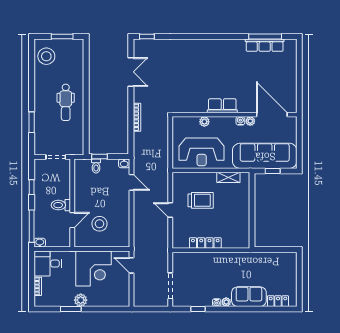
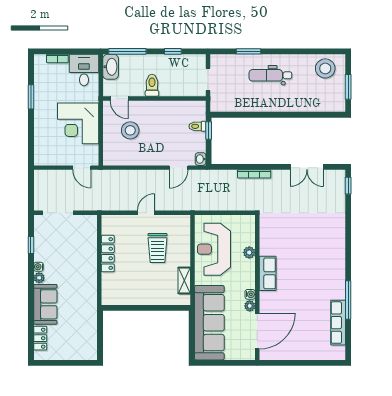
window: (265, 37) -> (348, 300), moved
dental chair: (66, 102) -> (270, 75), moved
window: (273, 171) -> (192, 332), removed
door: (72, 220) -> (119, 99), moved
washbasin: (40, 243) -> (111, 67), width x1.91, depth x1.45
door: (132, 265) -> (82, 168), swing flipped
plant: (81, 300) -> (41, 108), removed

